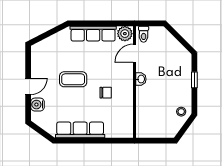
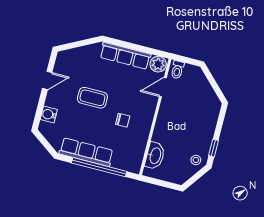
washbasin: (141, 79) -> (155, 156), moved, width x1.91, depth x1.45
window: (194, 80) -> (213, 148), moved
door: (28, 86) -> (47, 80), moved
window: (95, 141) -> (99, 167), added

